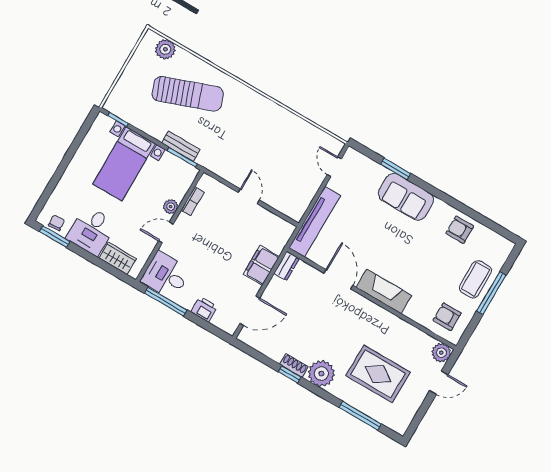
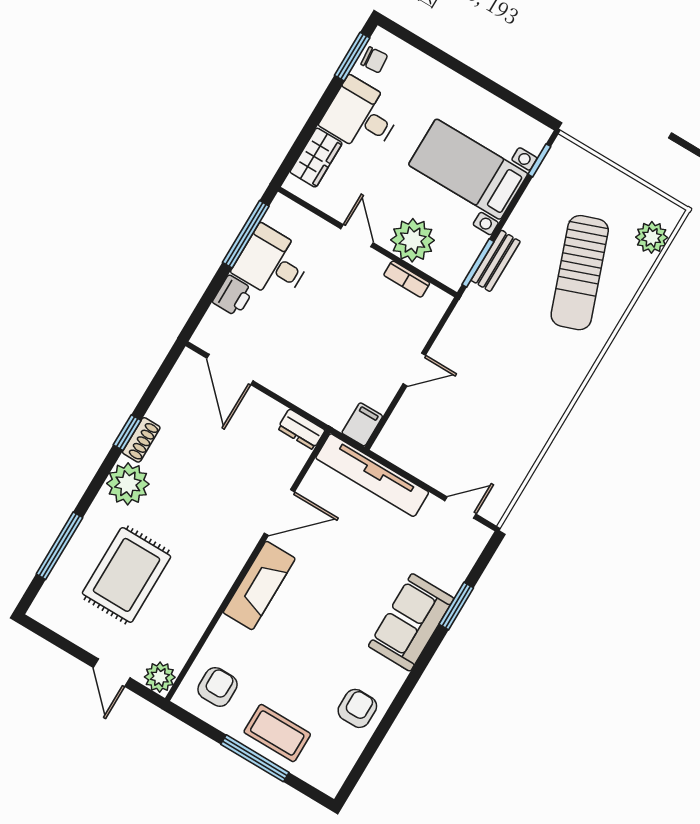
plant: (171, 207) -> (413, 240), width x1.87, depth x1.87
filing cabinet: (261, 265) -> (362, 424), moved, width x0.50
desk: (166, 275) -> (272, 263), moved, turned -90

